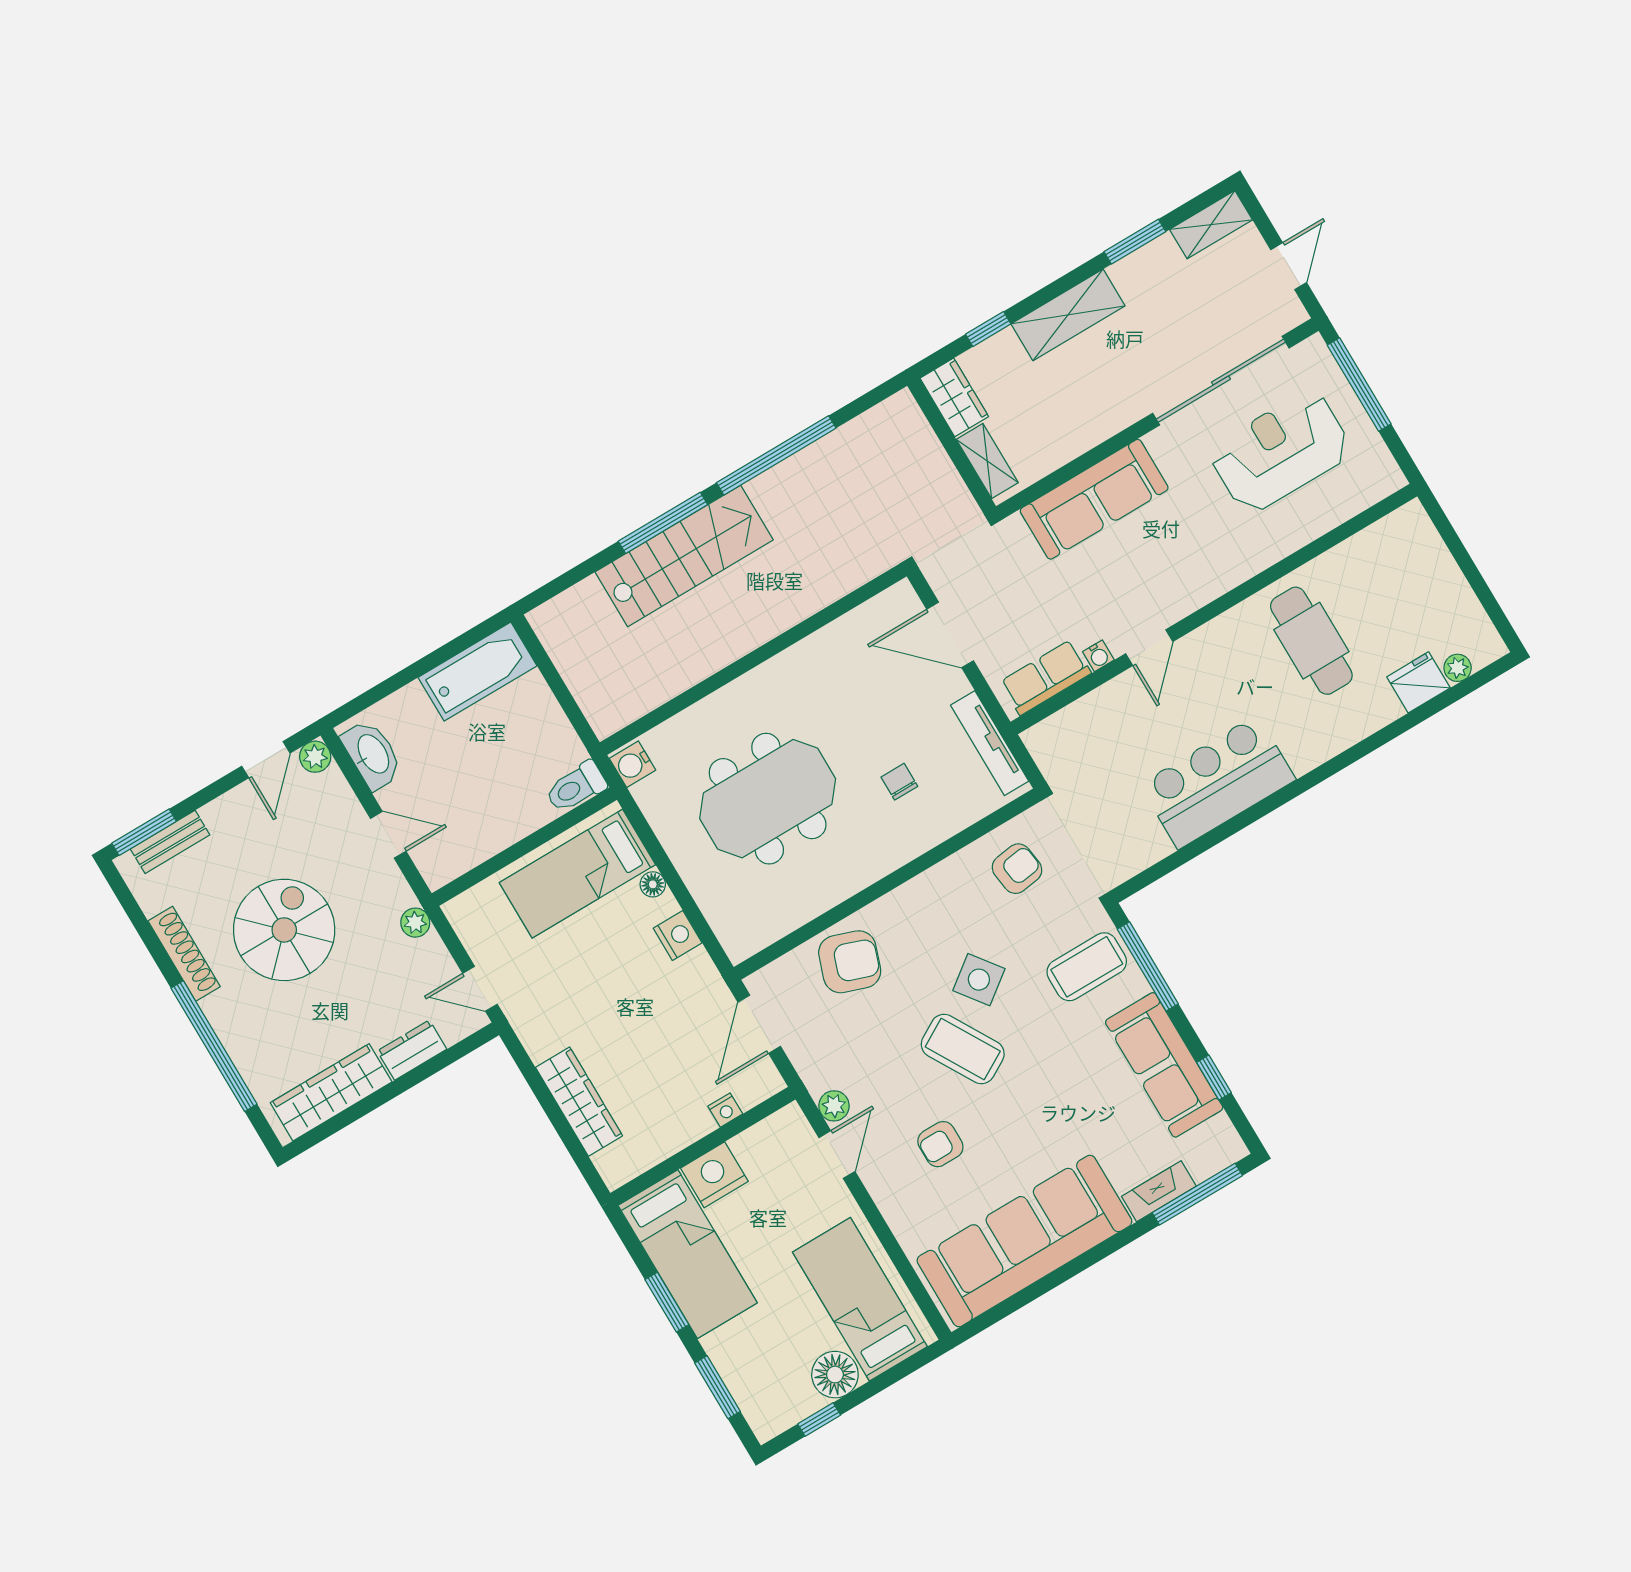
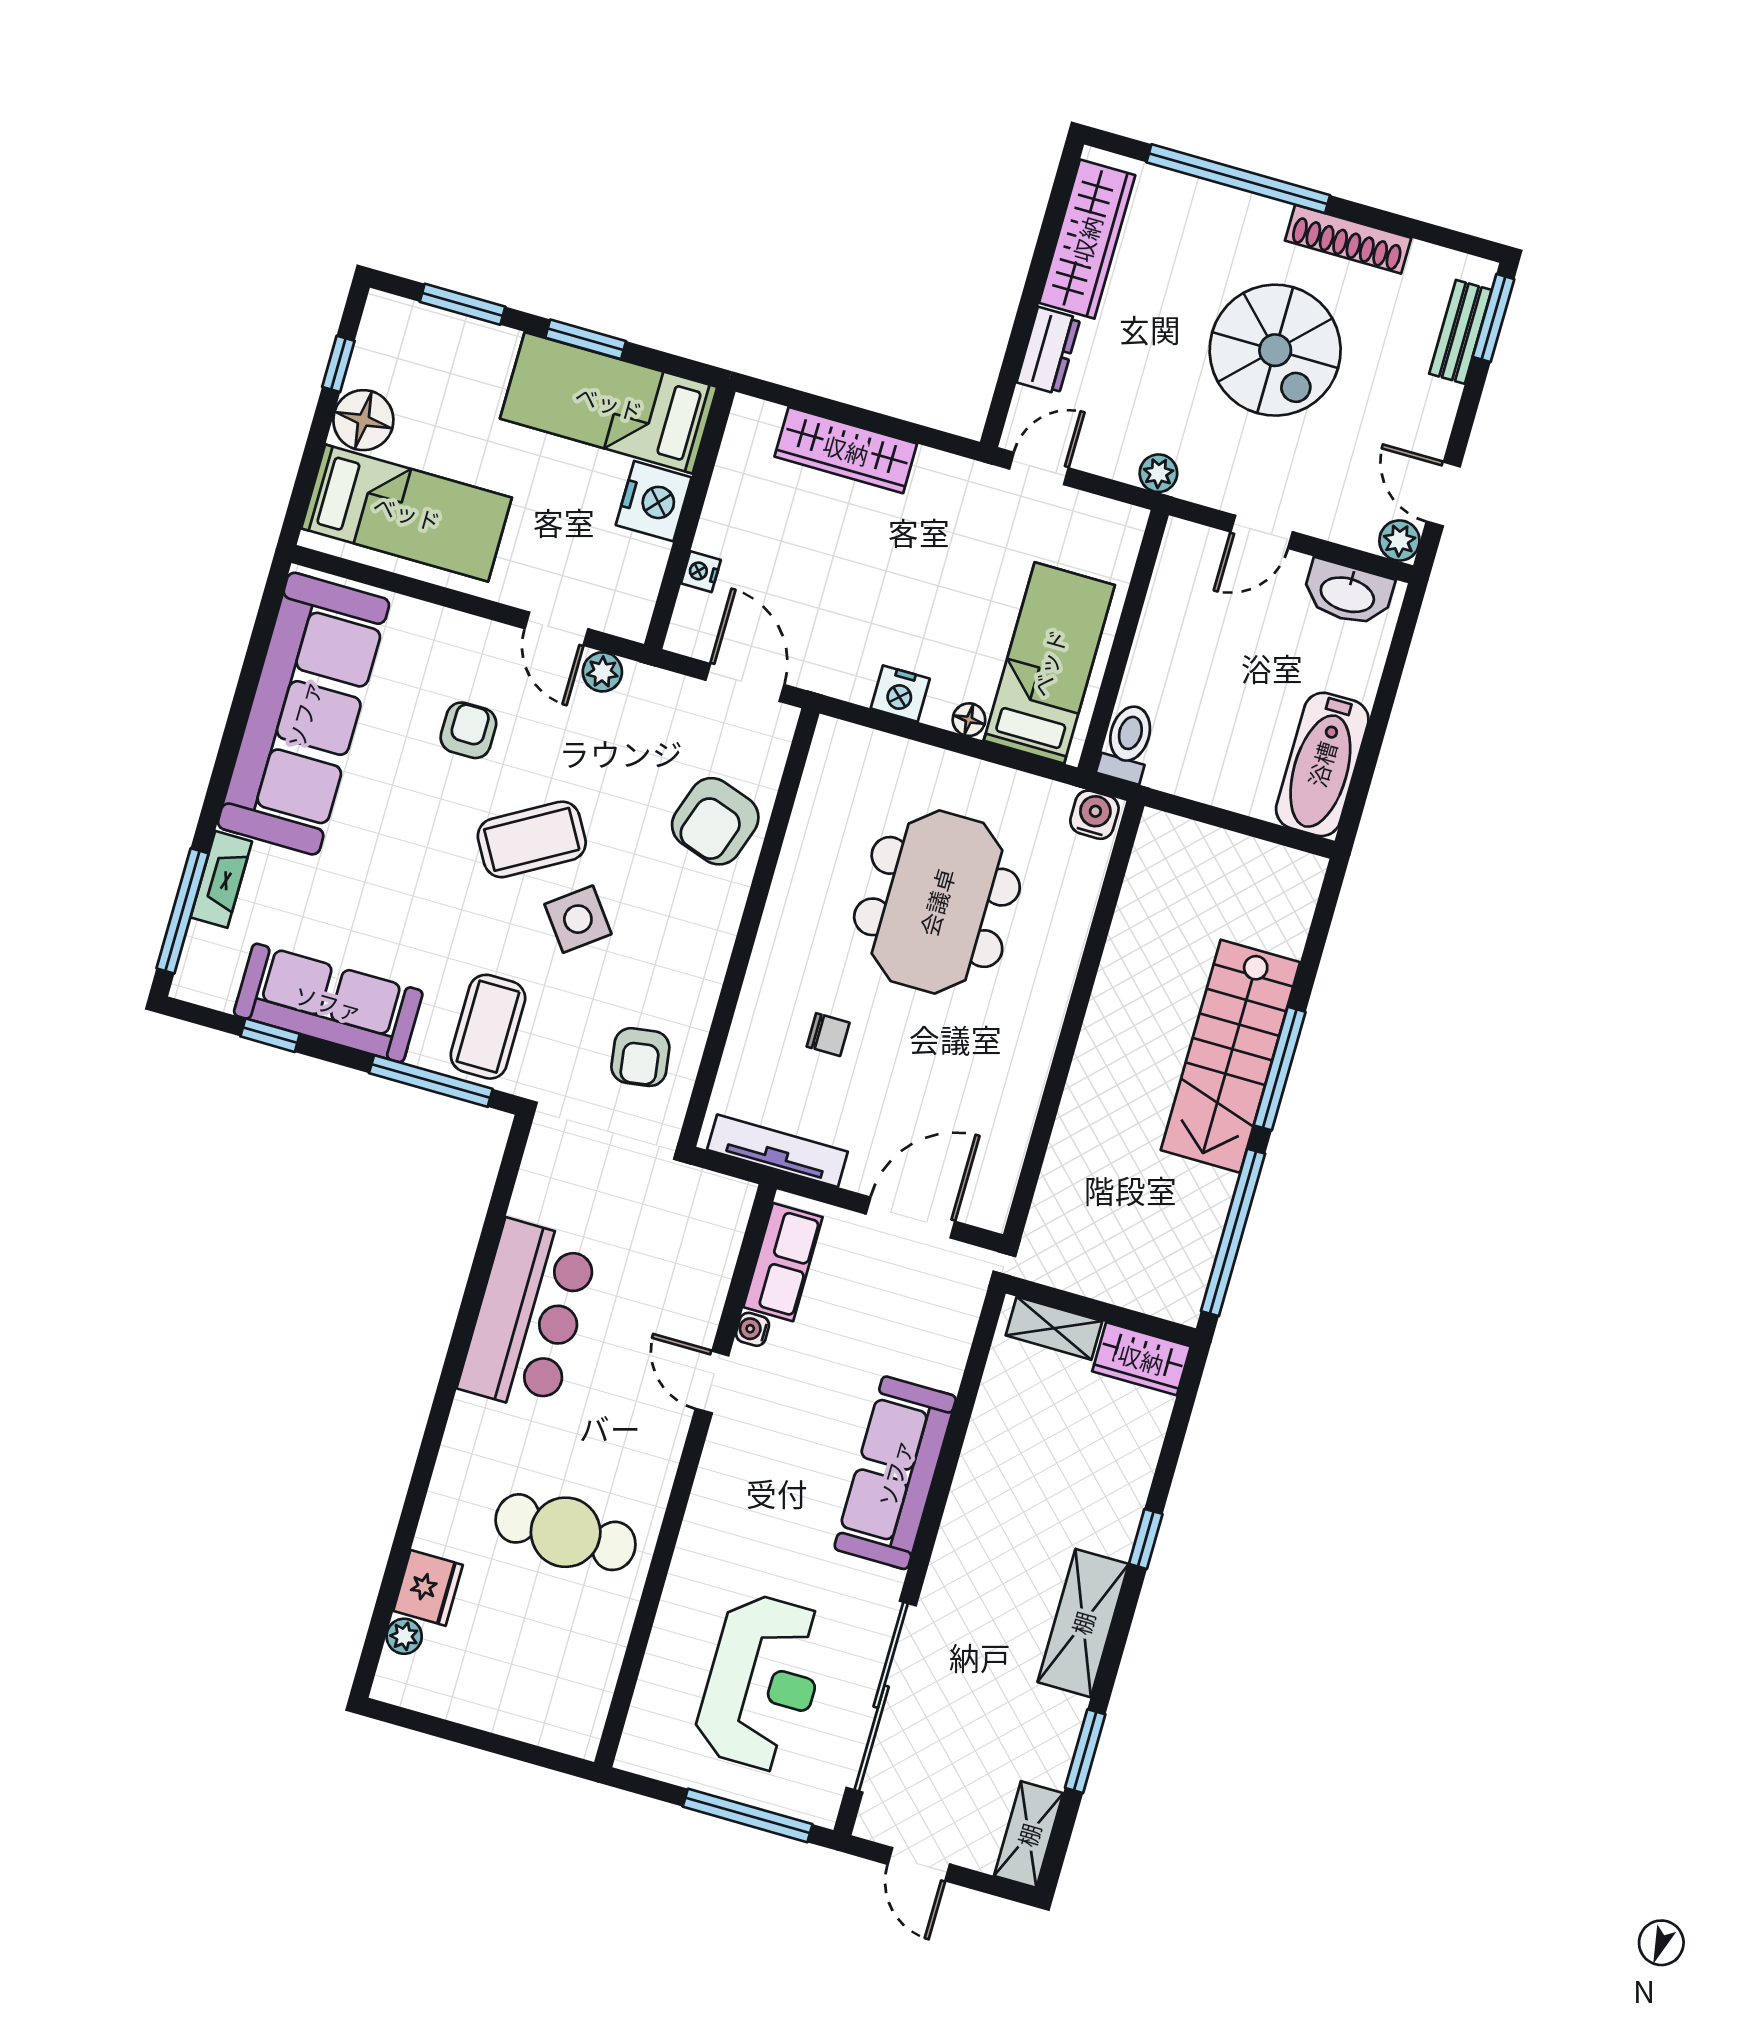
wardrobe: (954, 397) -> (1141, 1359), moved
wall: (952, 446) -> (1101, 1311), moved
shelving: (987, 461) -> (1054, 1328), moved

